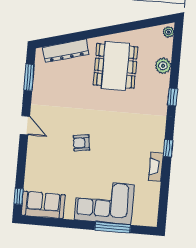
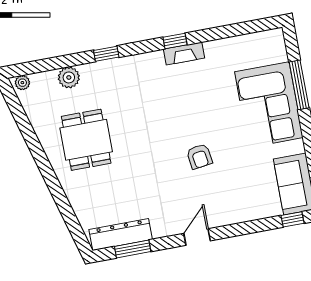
dresser: (66, 51) -> (121, 234), moved, turned -74
dining table: (116, 66) -> (86, 140), width x0.73
fireplace: (156, 167) -> (184, 54), moved

